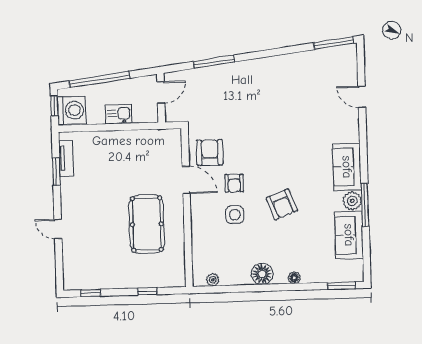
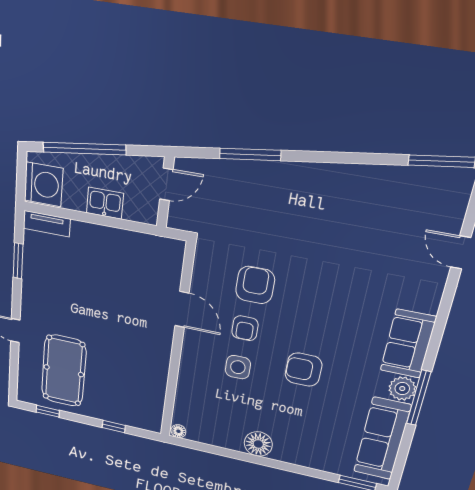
window: (54, 106) -> (21, 174), removed
armchair: (210, 152) -> (255, 285), moved
tv unit: (66, 158) -> (47, 224), moved, turned 90
armchair: (282, 204) -> (303, 370), turned 111
pool table: (147, 224) -> (64, 371), moved
sofa: (349, 235) -> (382, 439), width x1.36
floor lamp: (294, 278) -> (178, 431), moved
plant: (213, 280) -> (195, 435), removed

